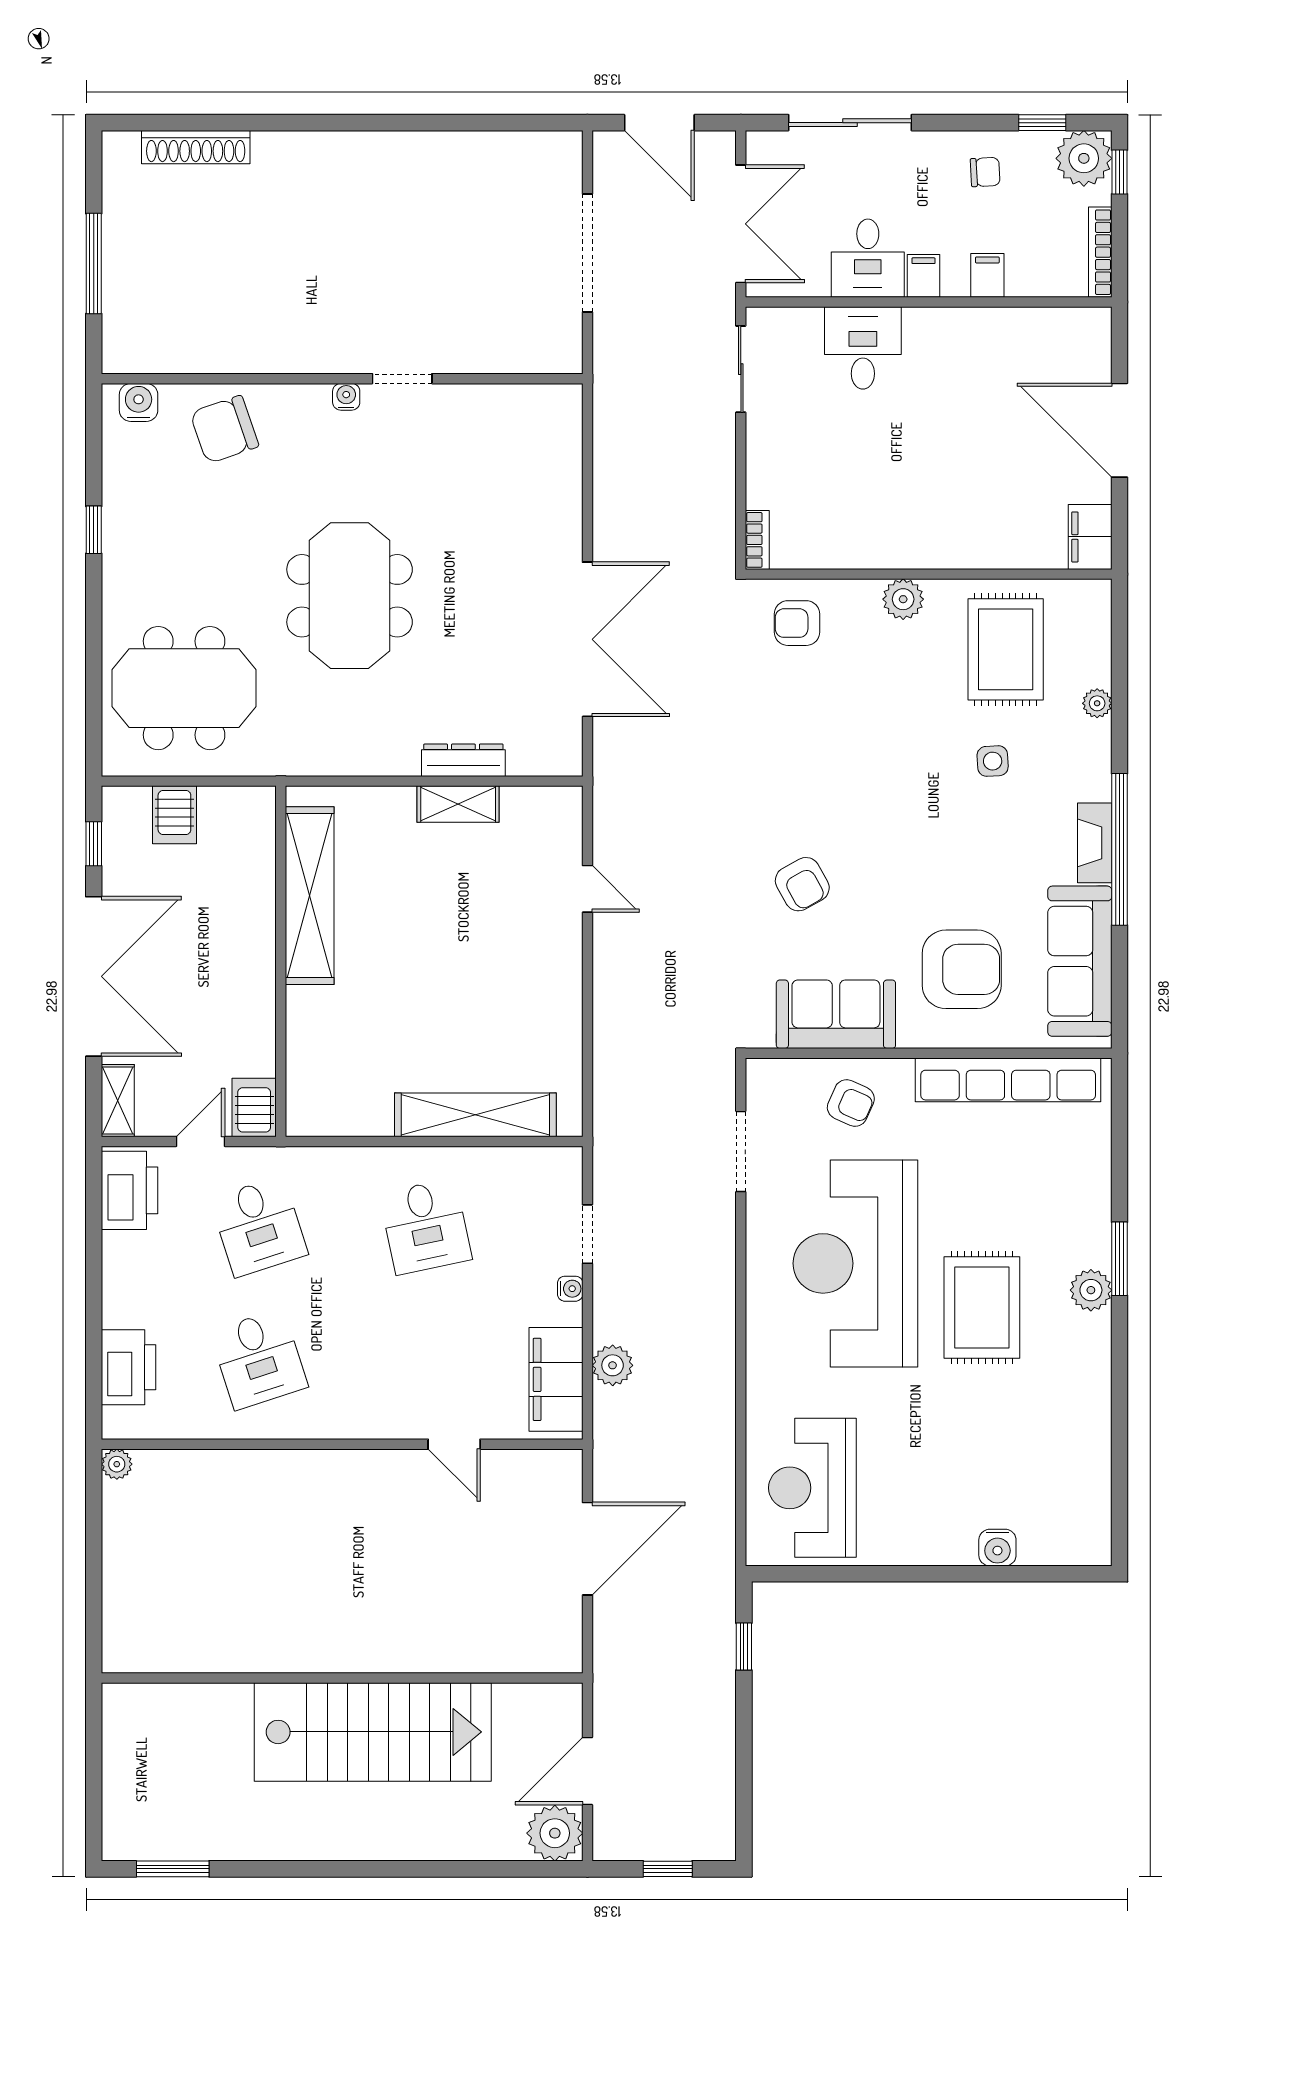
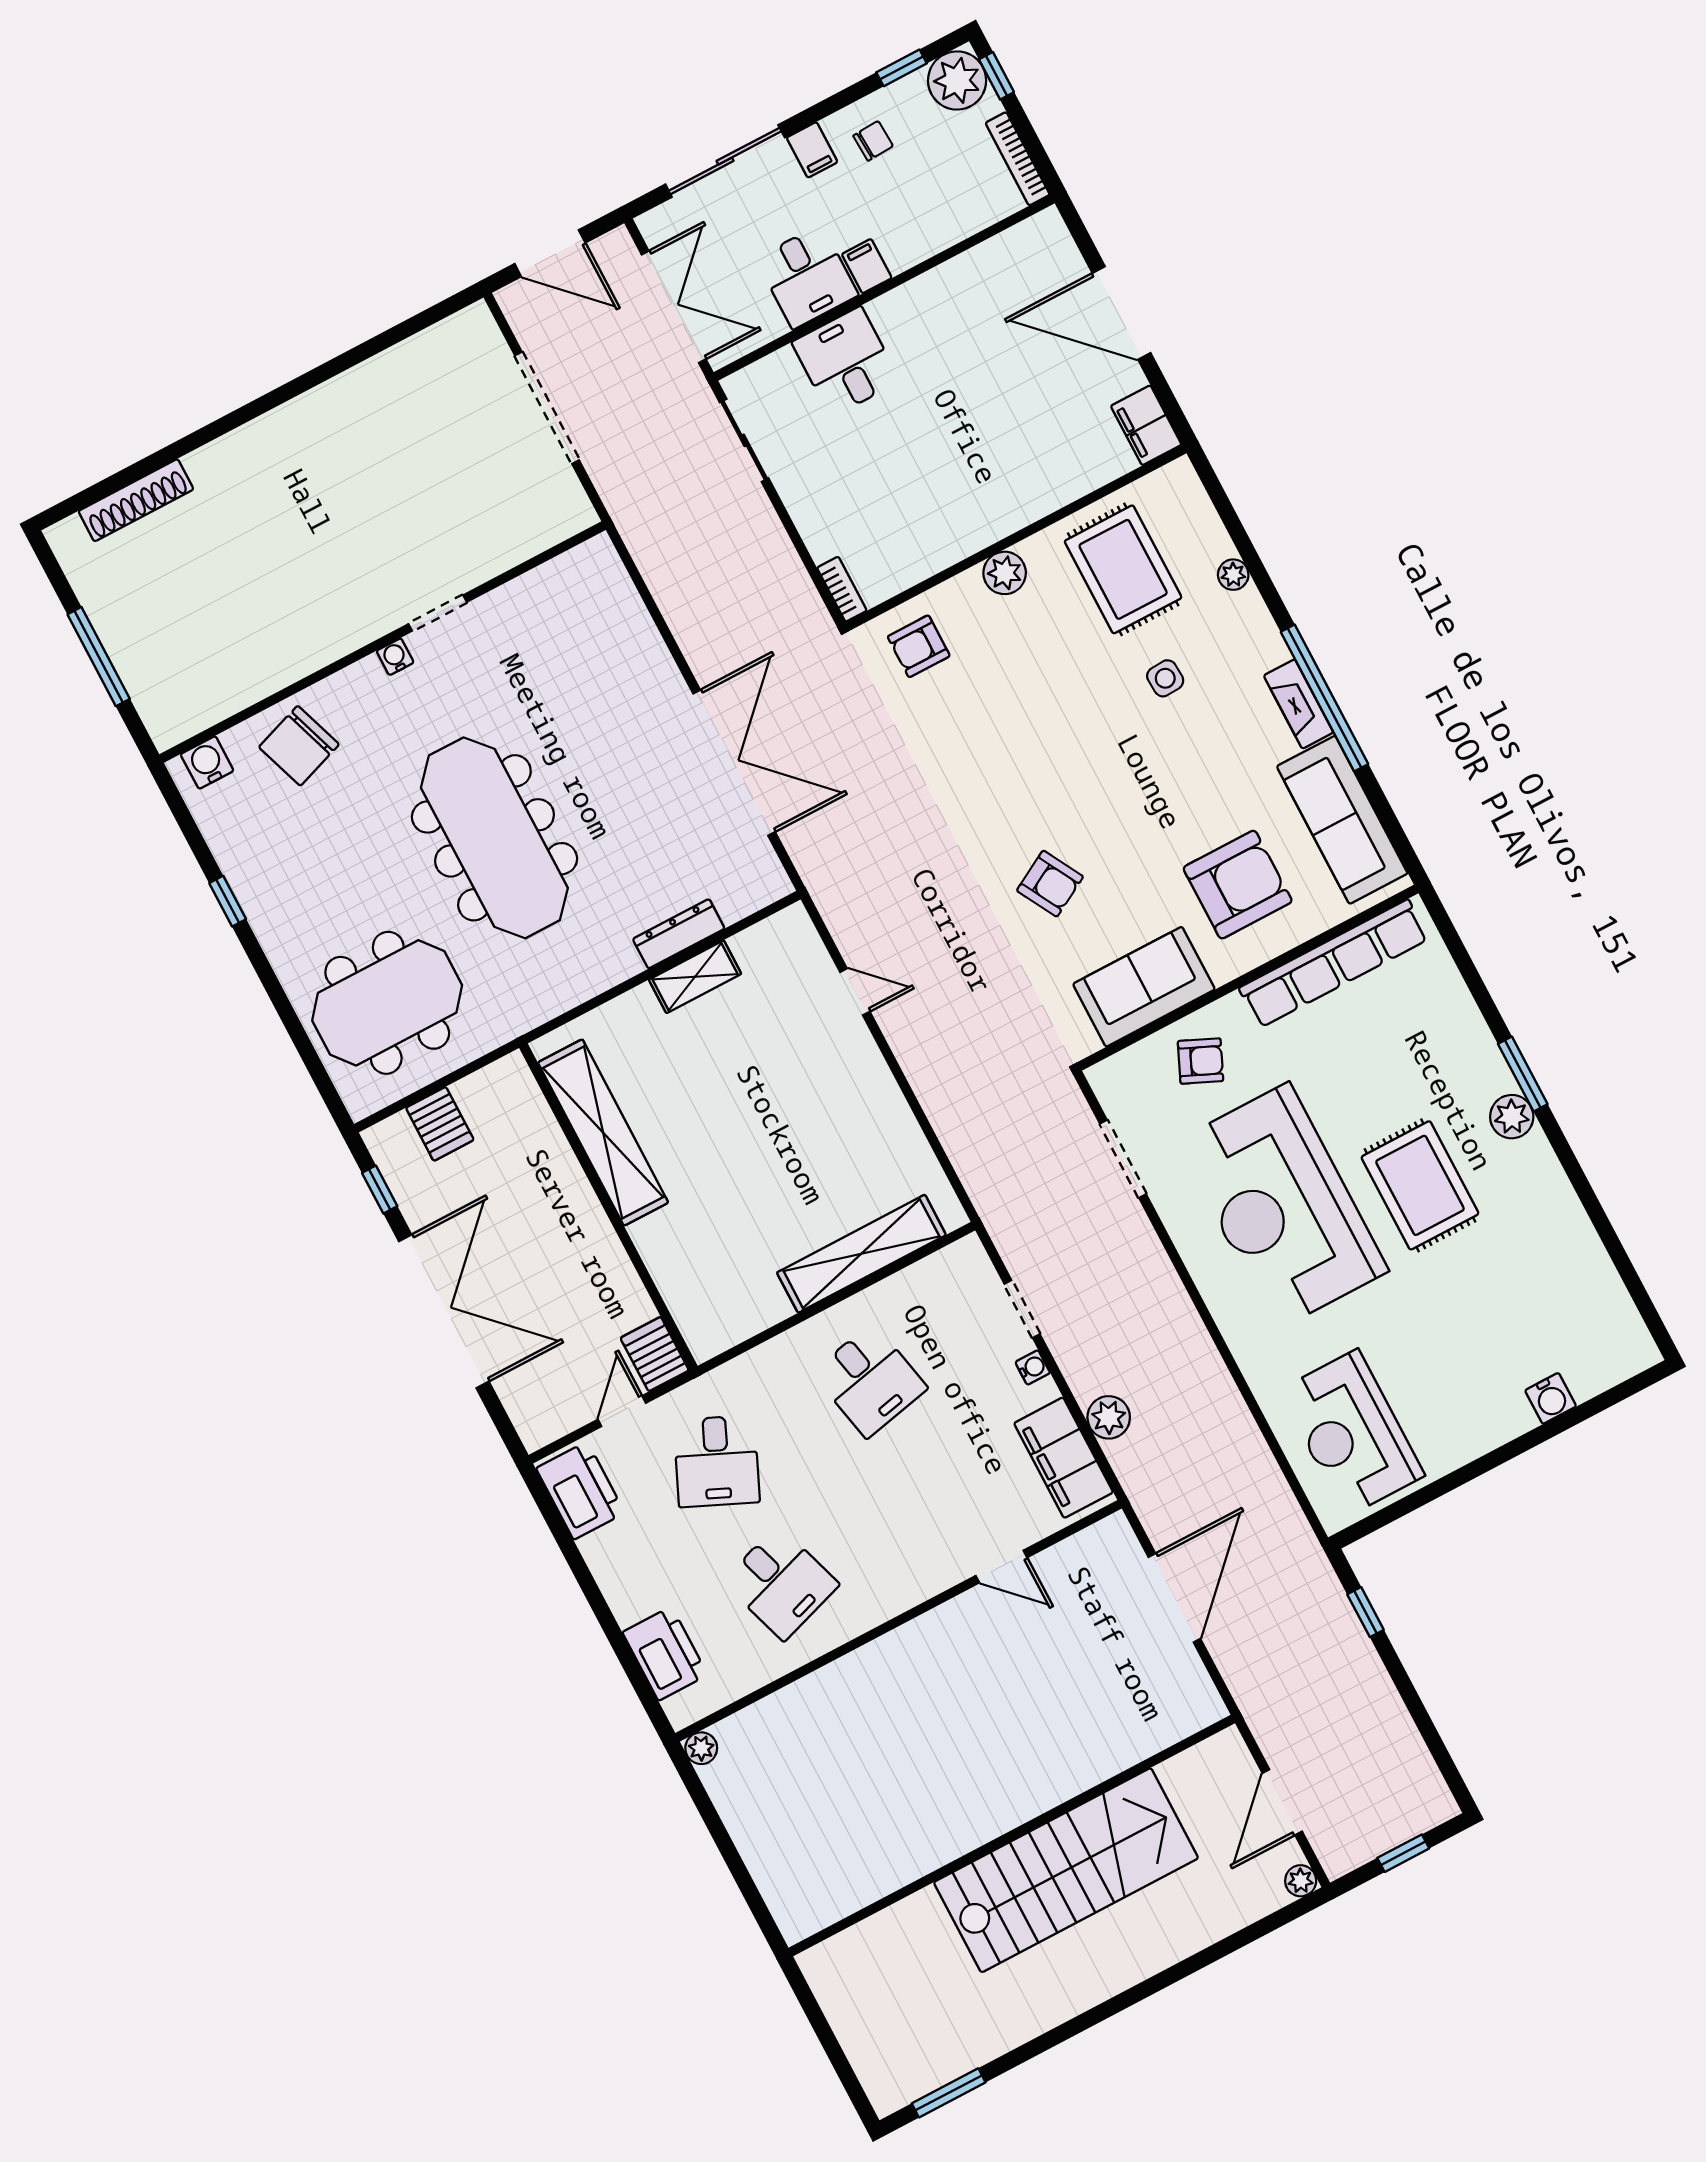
filing cabinet: (987, 275) -> (812, 150), moved, turned 180
meeting table: (350, 596) -> (494, 838), width x1.36
shelving: (118, 1101) -> (526, 1414), removed
desk: (259, 1226) -> (717, 1461), turned 42
plant: (555, 1833) -> (1301, 1881), width x0.53, depth x0.53

